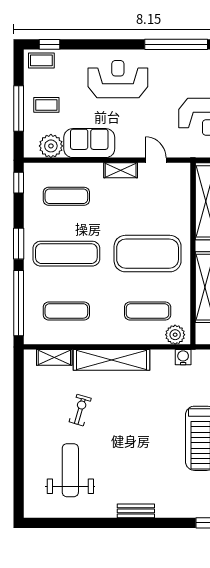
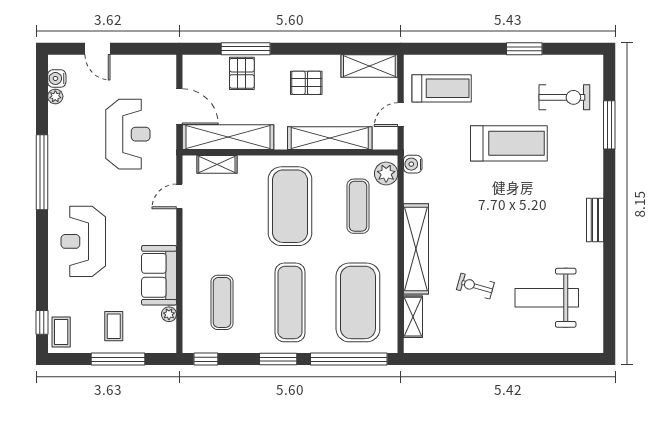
plant: (51, 146) -> (169, 314), width x0.53, depth x0.53
shelving: (121, 170) -> (217, 164), moved, turned 90
exercise mat: (66, 311) -> (358, 302), width x2.00, depth x1.45

